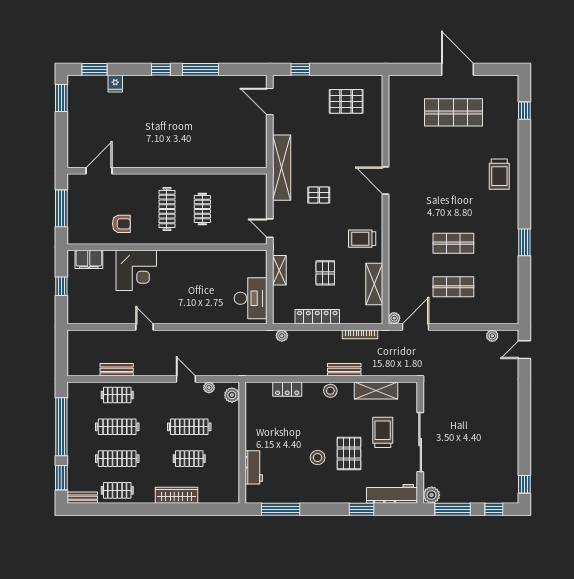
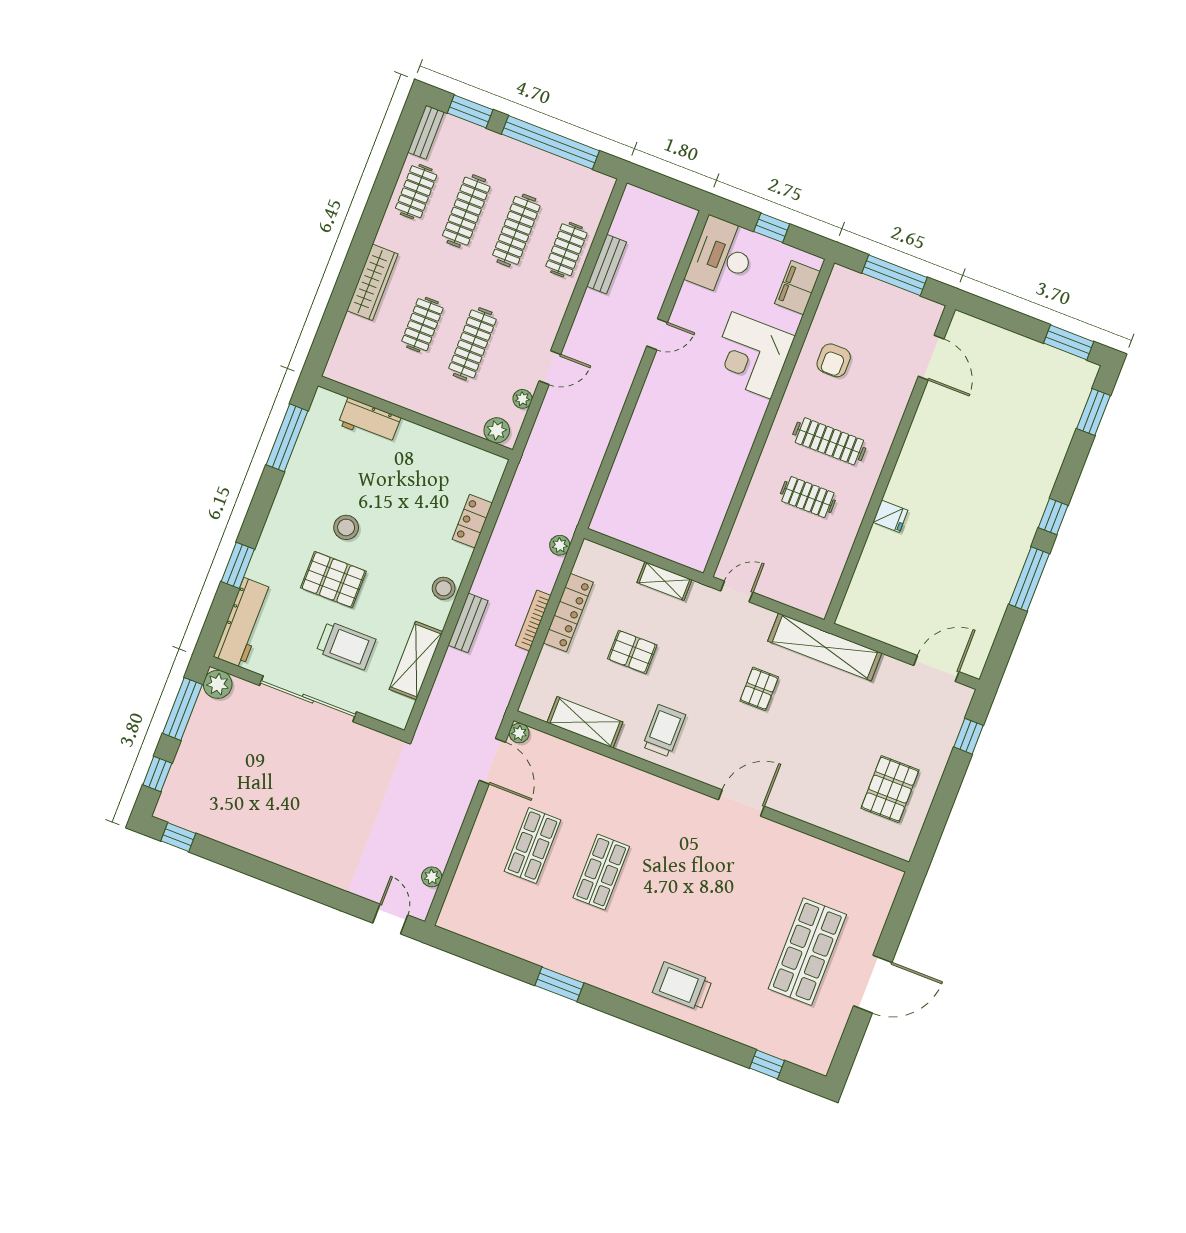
fridge: (115, 84) -> (890, 516), moved, turned 180
desk: (251, 298) -> (722, 257), moved, turned 90
bookcase: (360, 334) -> (533, 620), moved

